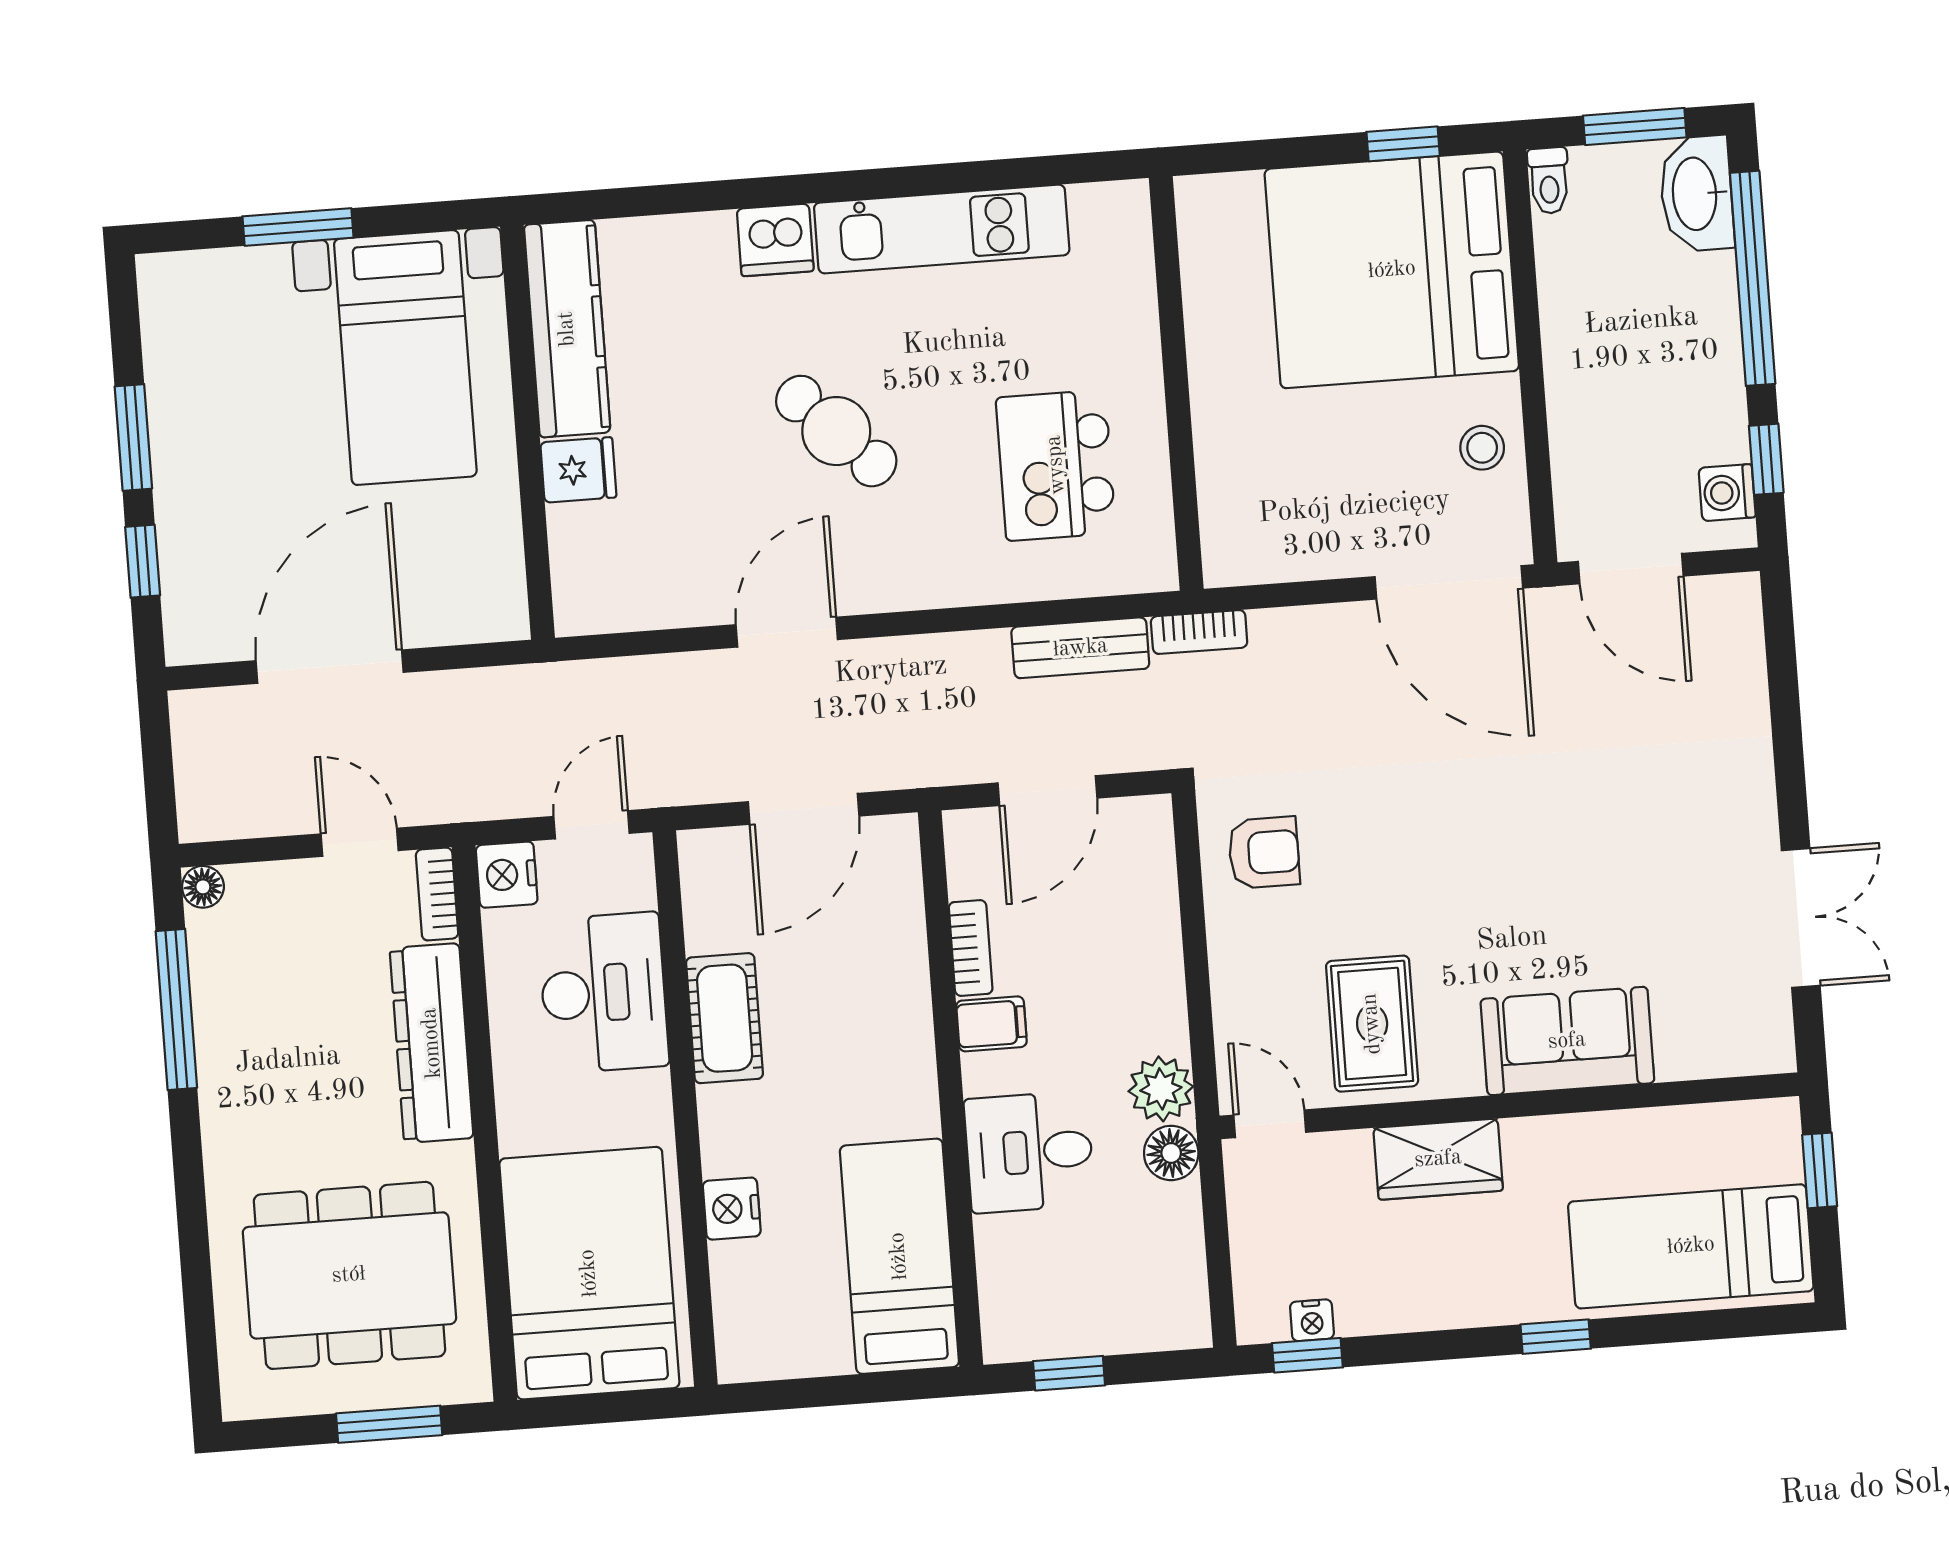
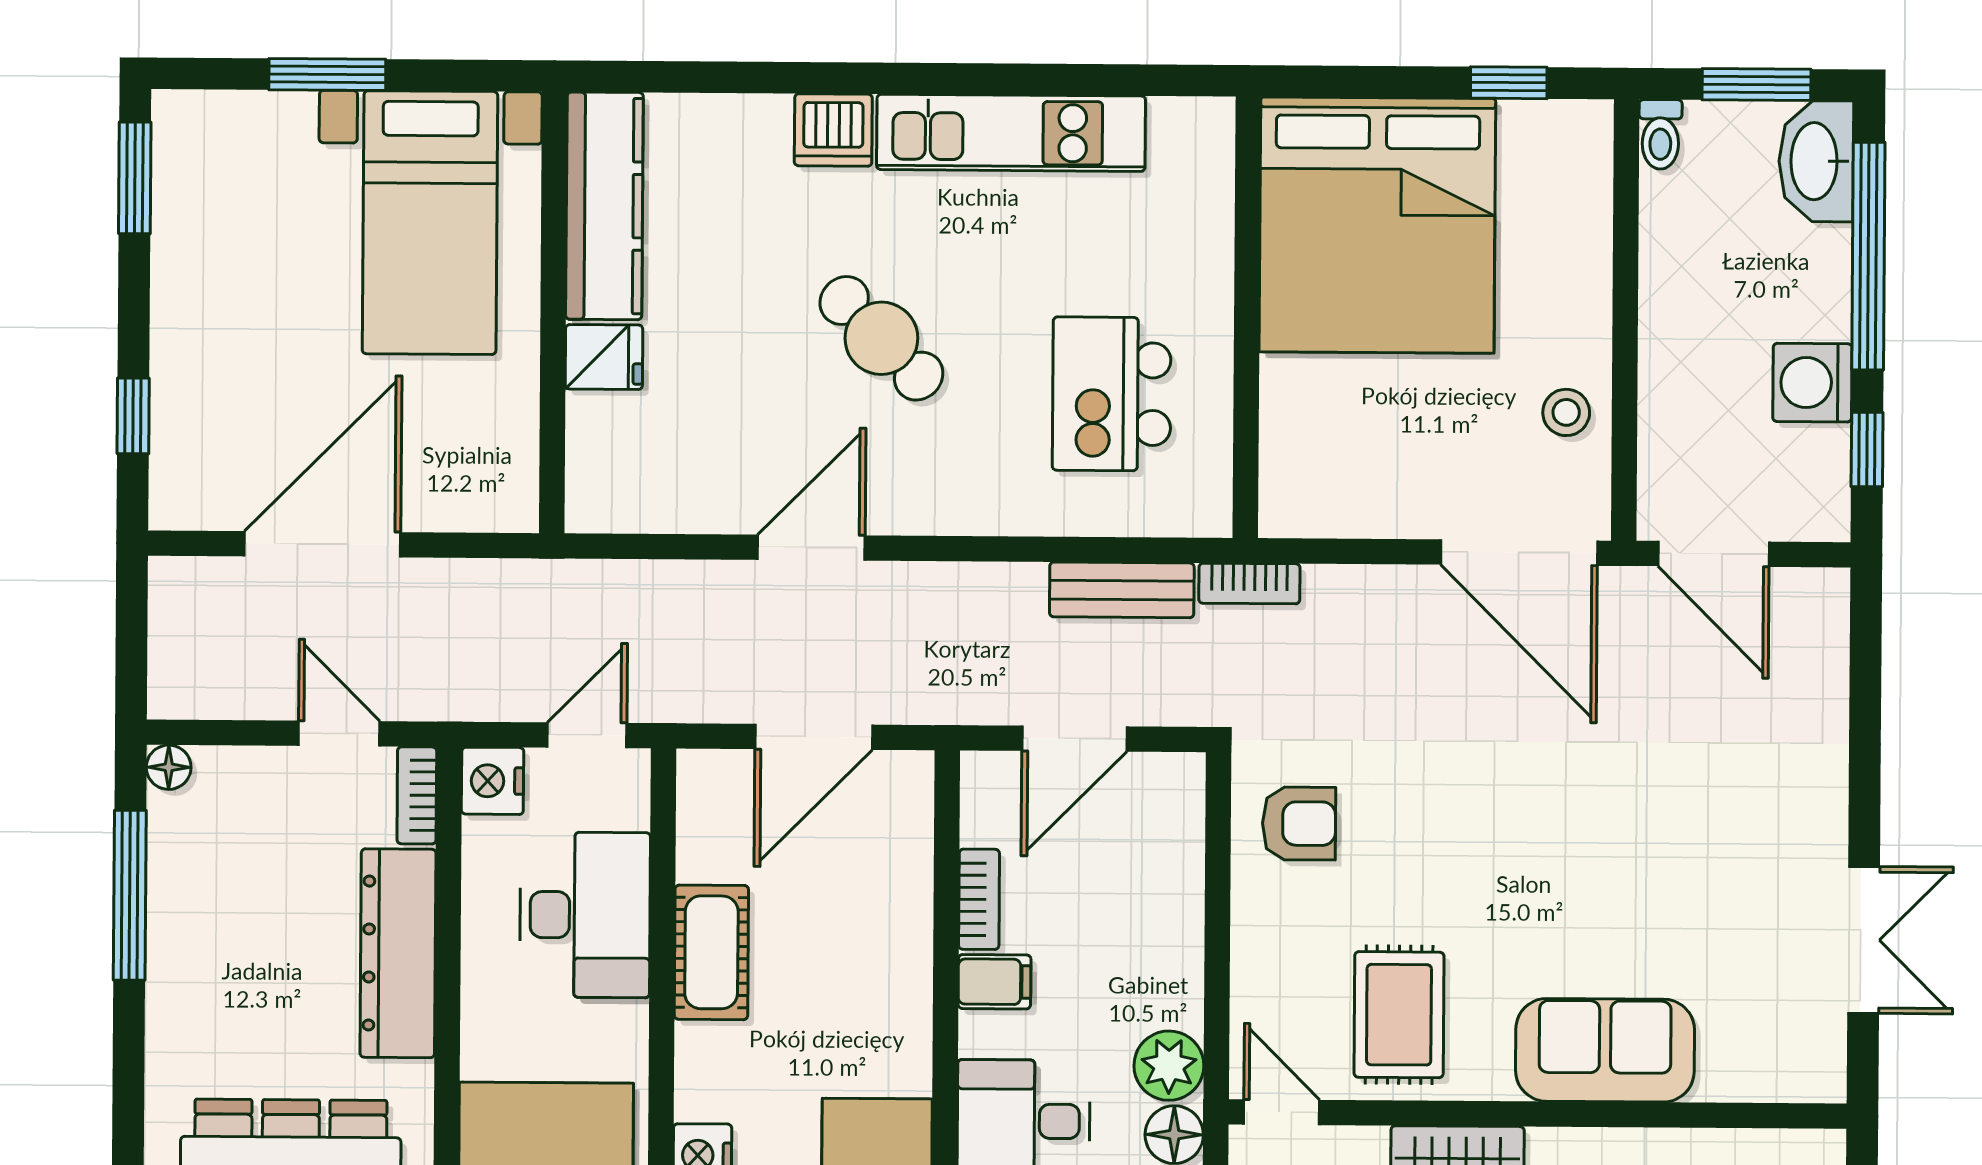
bed: (1392, 270) -> (1377, 225), moved, turned -90
window: (133, 437) -> (135, 178), moved
washing machine: (1727, 493) -> (1812, 383), moved, width x1.38, depth x1.38

